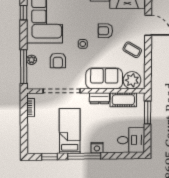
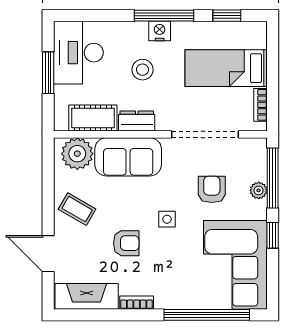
window: (23, 13) -> (273, 235), moved
window: (148, 112) -> (48, 73), moved
stool: (96, 126) -> (143, 70), added
bed: (70, 131) -> (226, 68), moved, turned 90
desk: (131, 140) -> (78, 53), width x1.37
nightstand: (97, 148) -> (160, 31), moved

